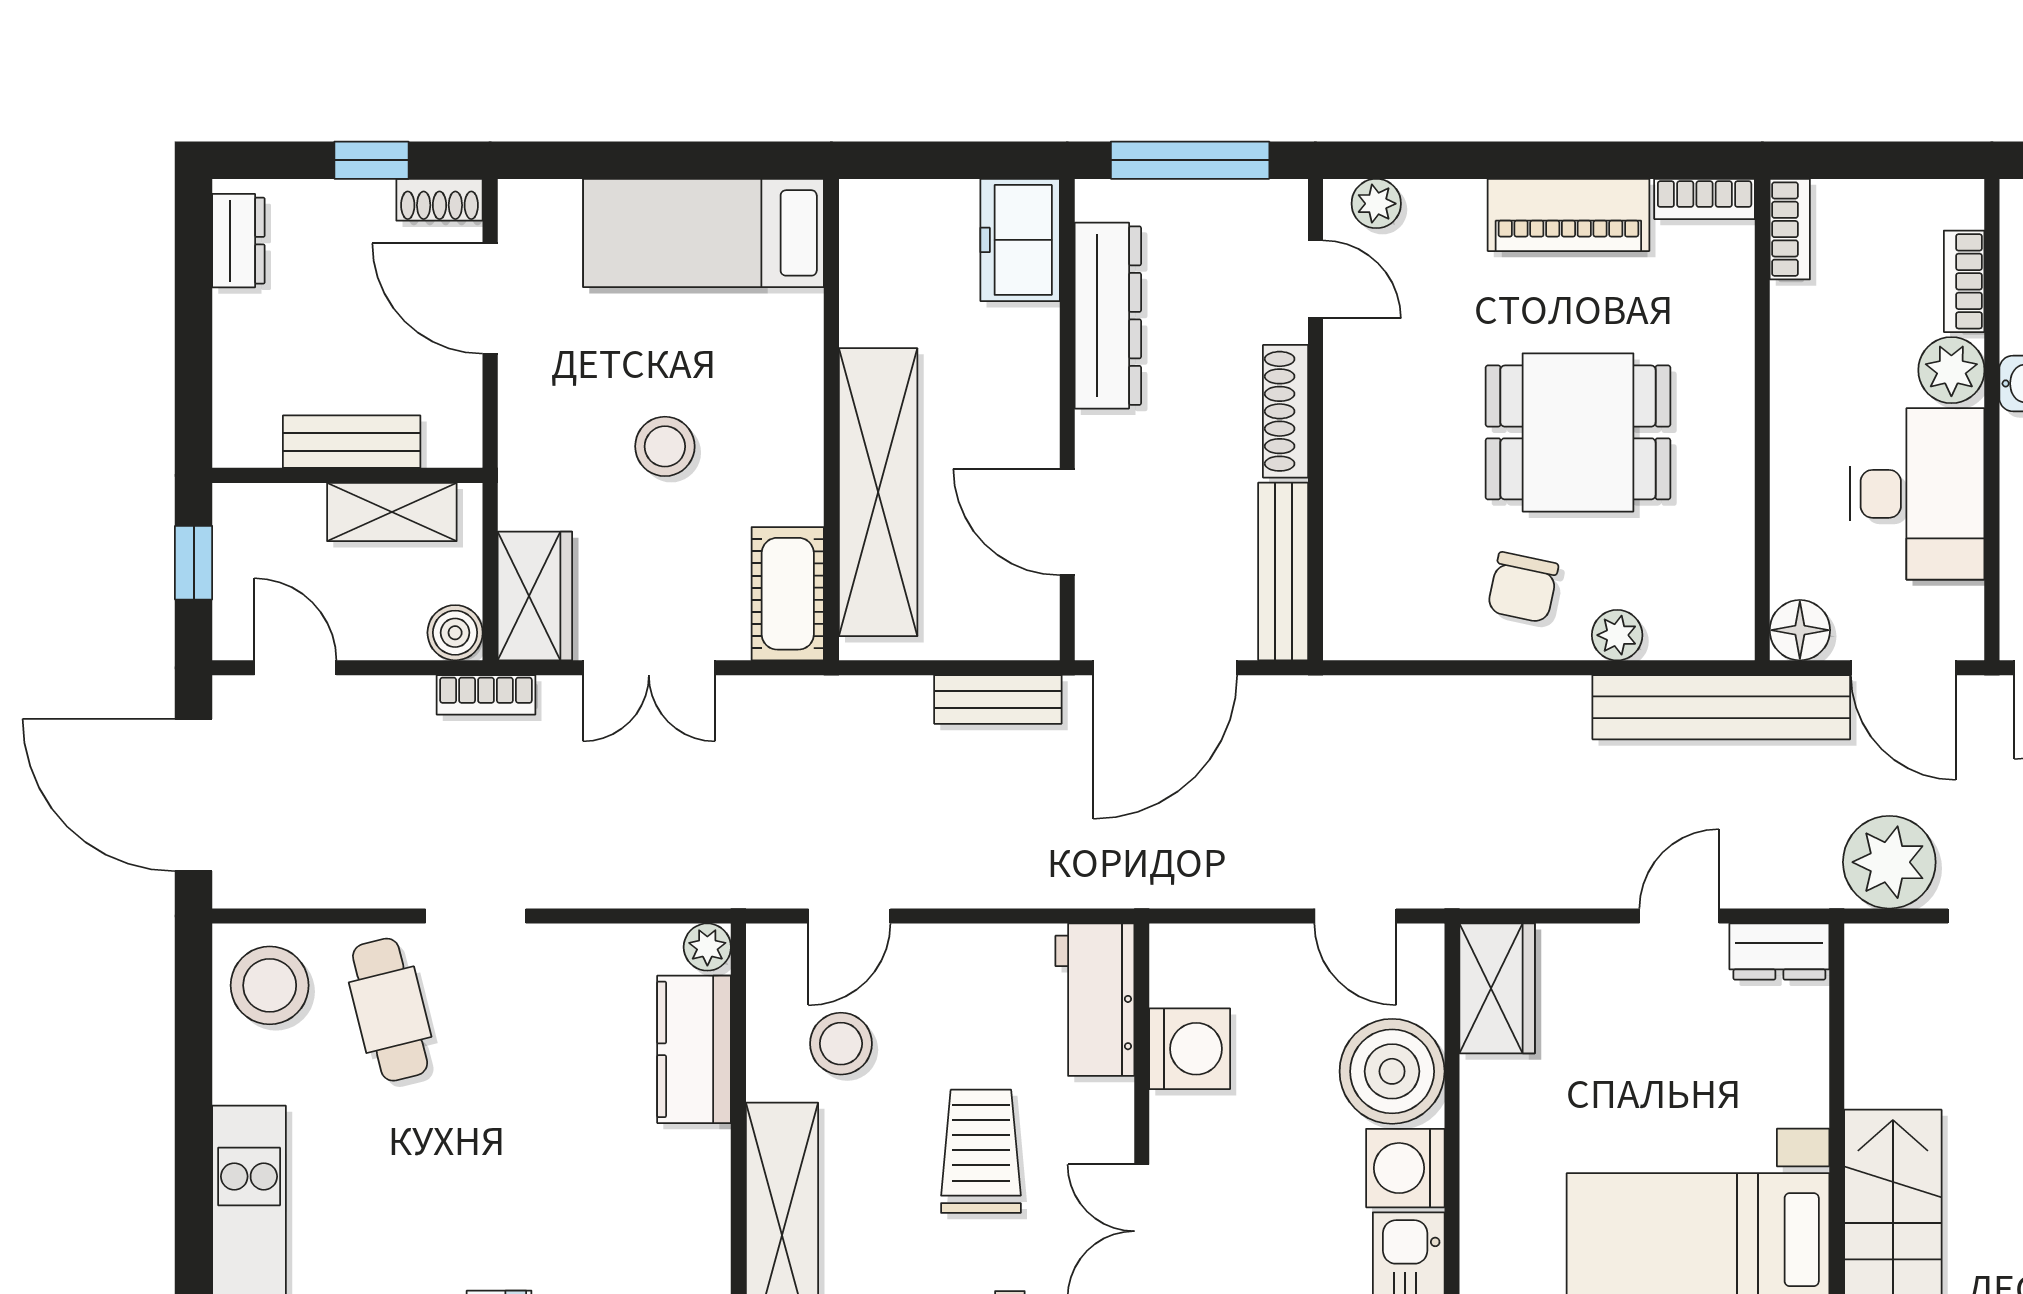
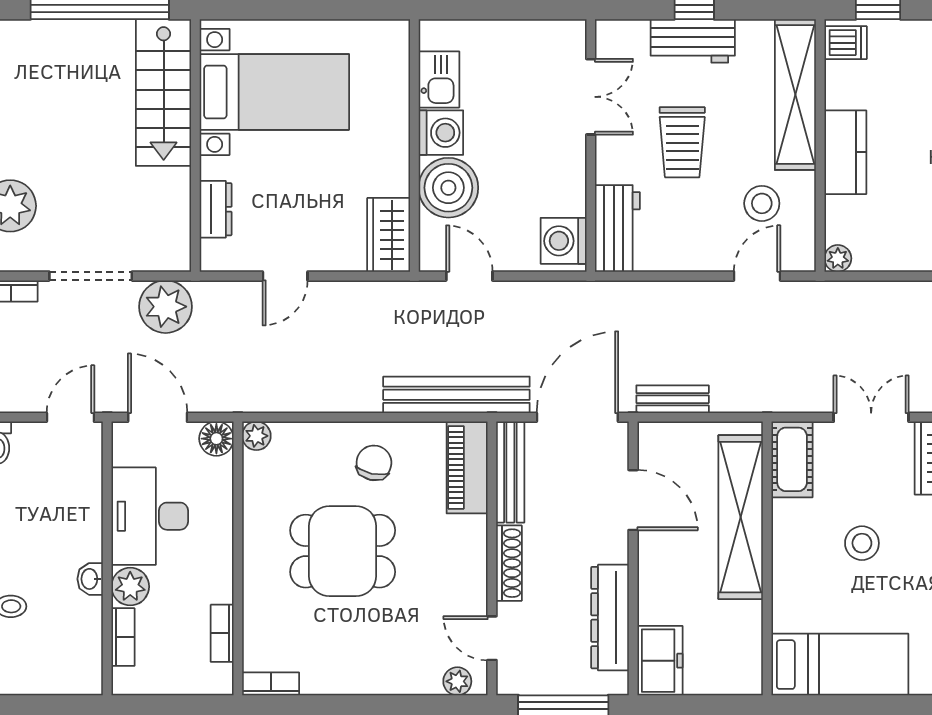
piano: (1568, 215) -> (467, 467), moved, turned -90
bookcase: (1790, 229) -> (222, 633), moved
plant: (1617, 635) -> (256, 436), moved
bench: (1721, 707) -> (456, 395), moved
dresser: (1779, 952) -> (216, 209), moved, turned 90
kitchen counter: (694, 1049) -> (845, 152), moved
washing machine: (1190, 1049) -> (564, 241), moved

